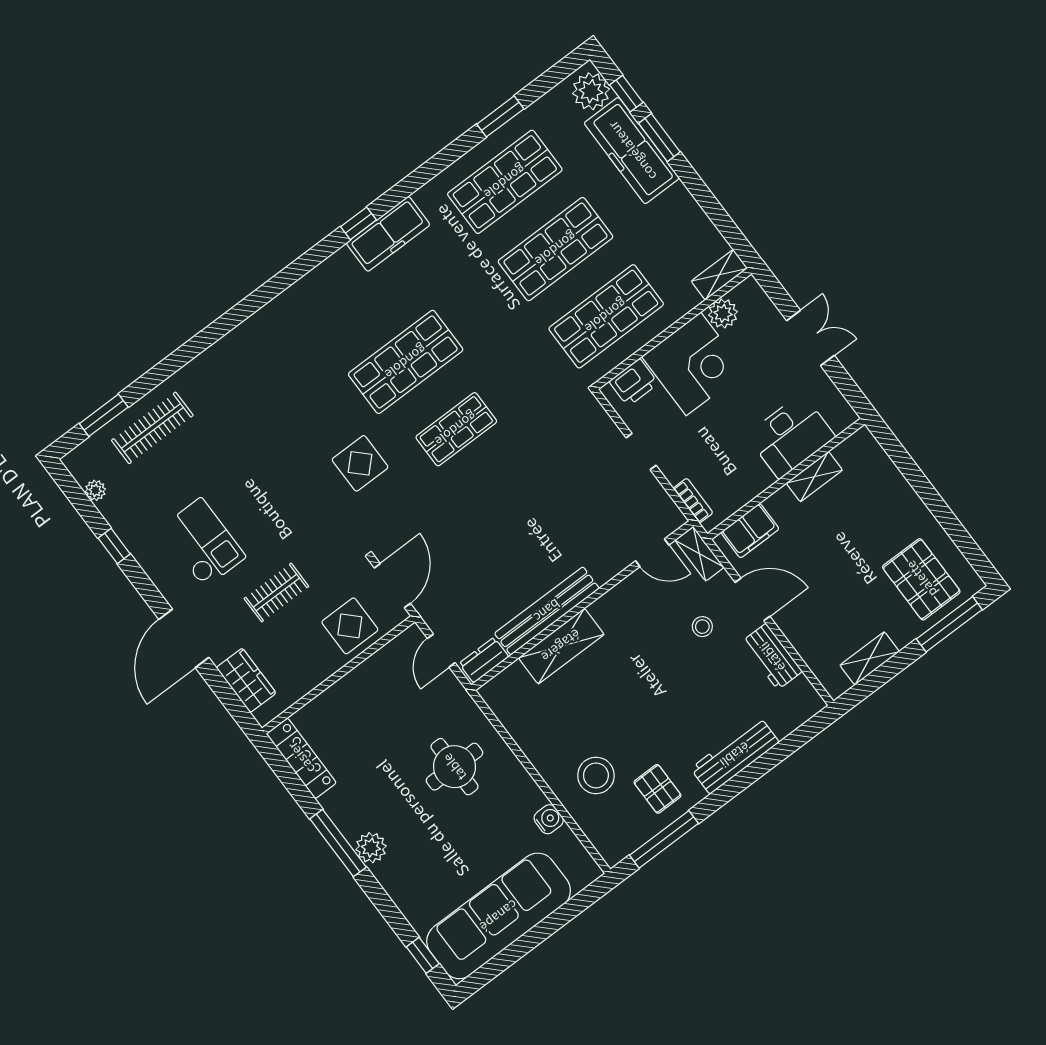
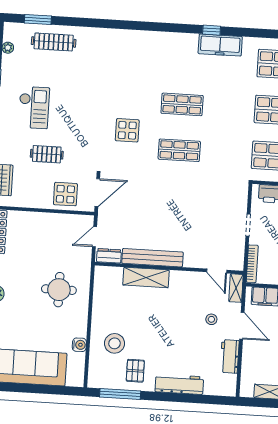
shop shelf: (406, 362) -> (182, 104), width x0.70, depth x0.74
bookcase: (693, 501) -> (252, 264), width x1.56

